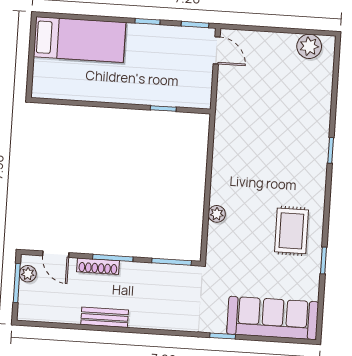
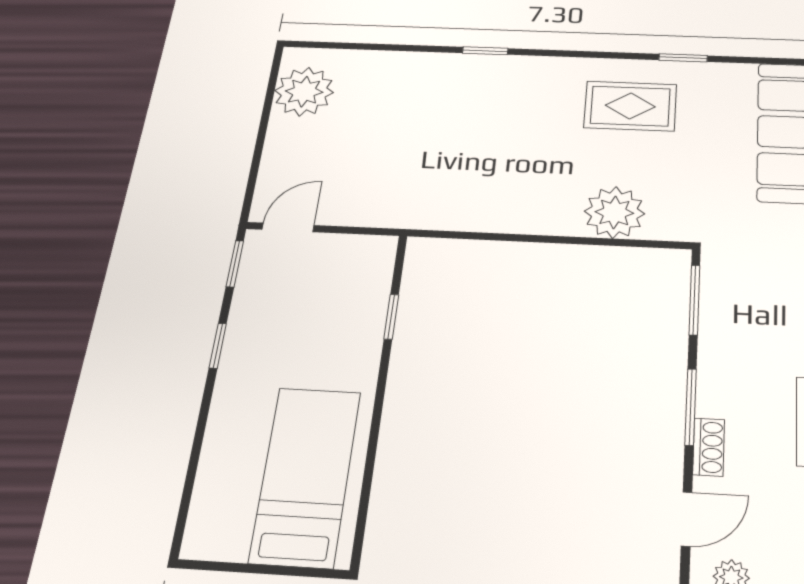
bed: (80, 39) -> (306, 476), moved
plant: (309, 46) -> (304, 92), width x1.36, depth x1.36
plant: (217, 214) -> (614, 212), width x1.87, depth x1.87
shoe rack: (98, 266) -> (709, 447), width x0.70

